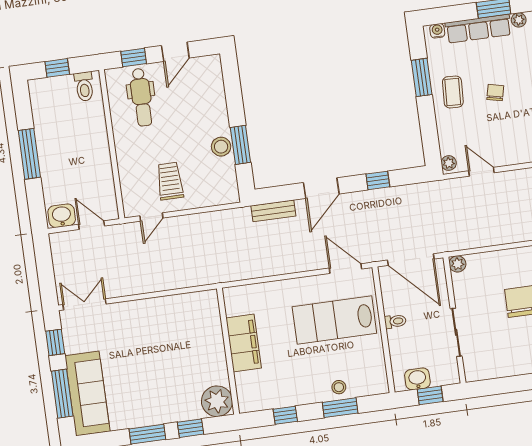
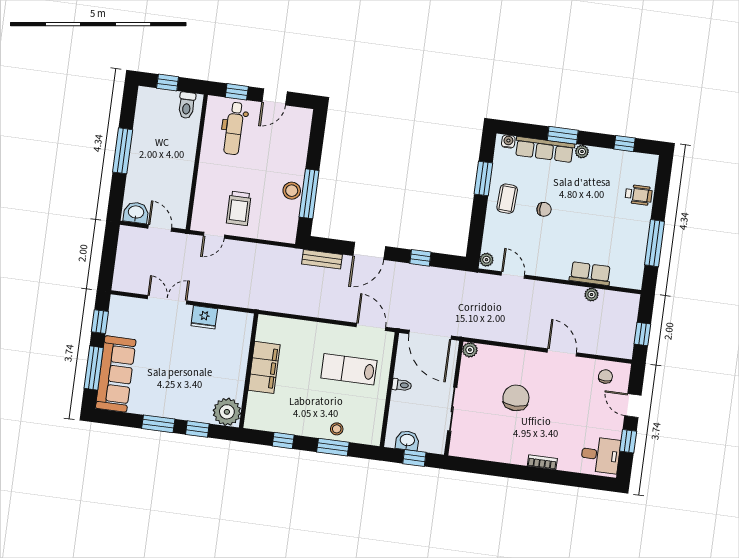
chair: (495, 93) -> (544, 209), turned 77
window: (240, 145) -> (309, 194), width x1.44
trolley: (170, 181) -> (239, 208), turned 180
double door: (84, 304) -> (167, 300), moved
fridge: (165, 307) -> (204, 317), added
lab bench: (334, 320) -> (349, 369), width x0.73, depth x0.72

